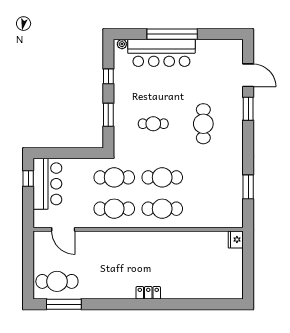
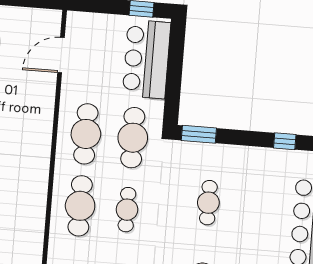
window: (108, 115) -> (199, 134), moved
cafe table: (162, 177) -> (127, 210), width x0.73, depth x0.74
bar counter: (47, 184) -> (147, 59), moved, turned 90

